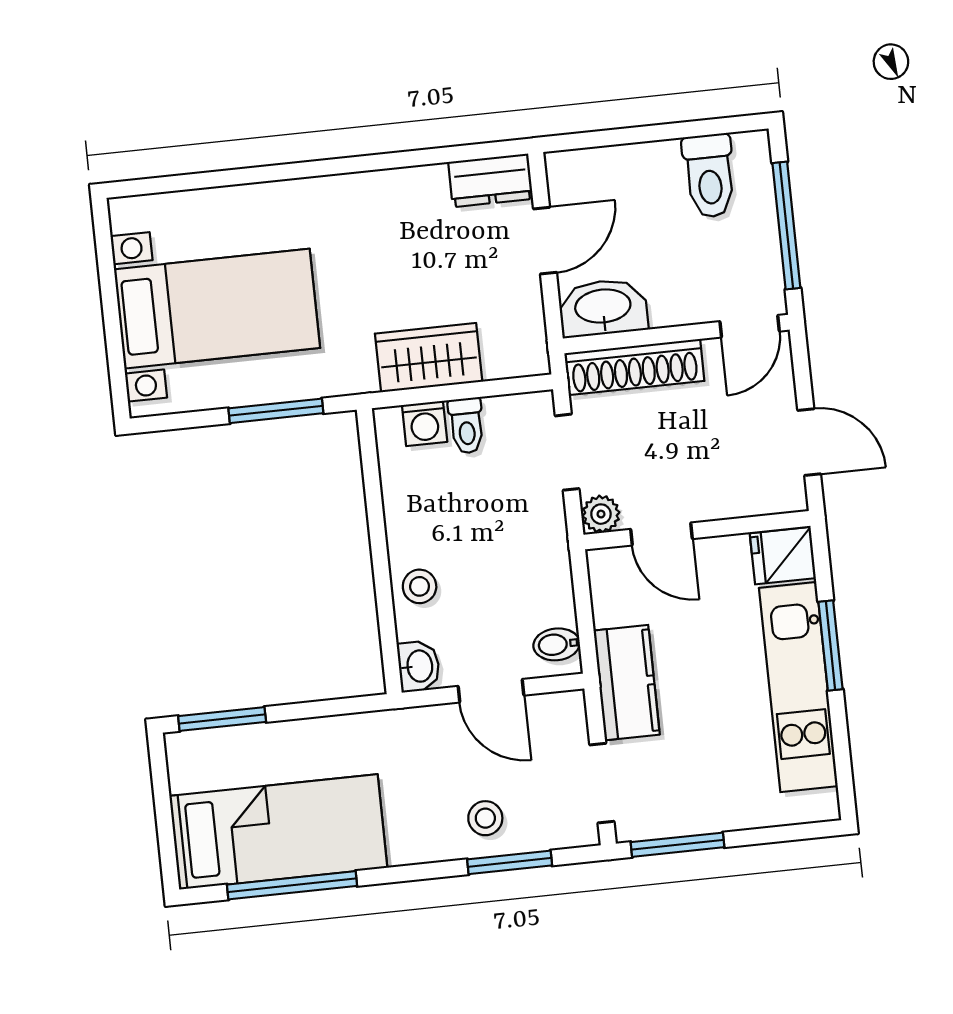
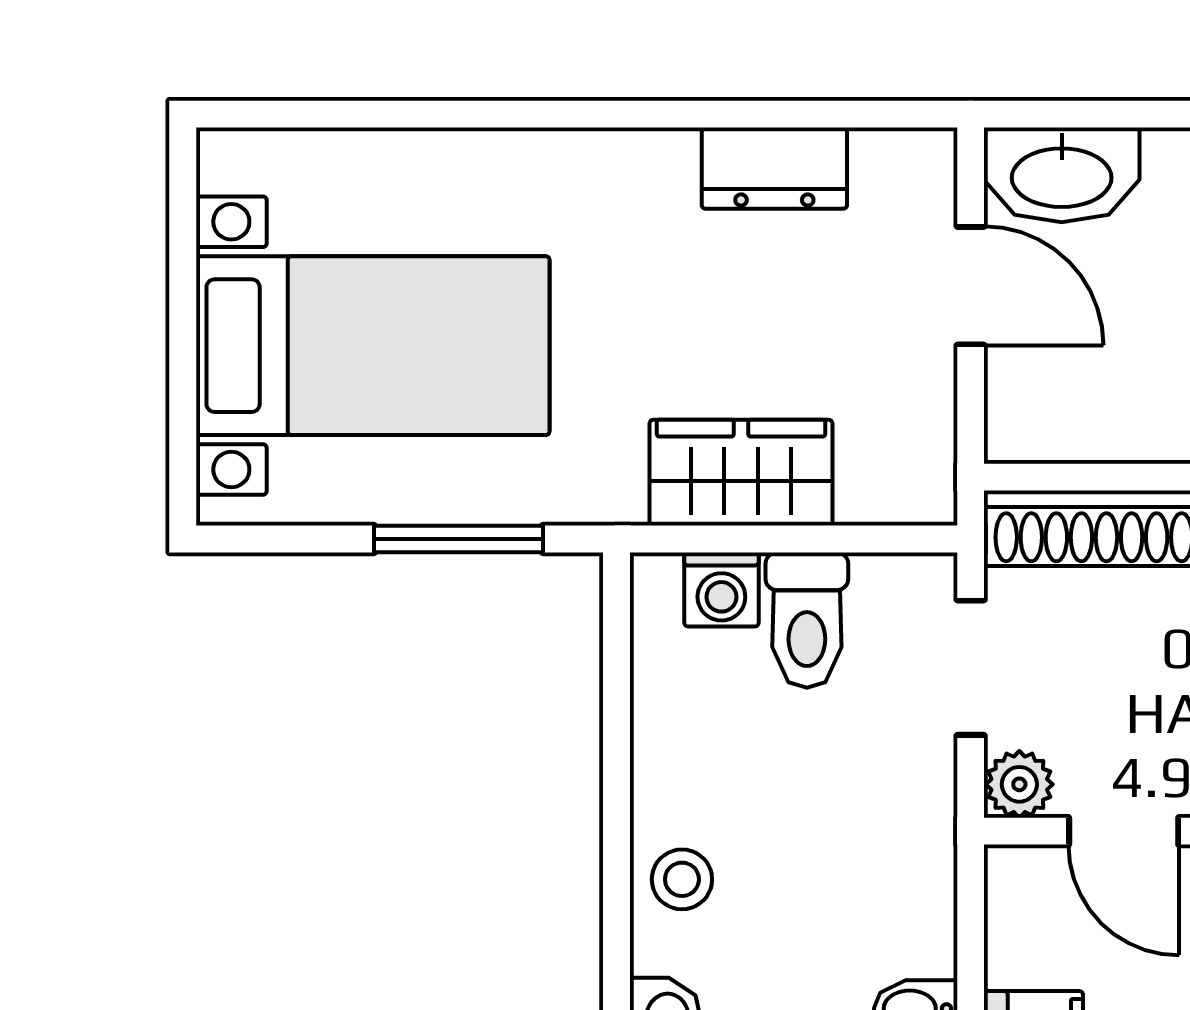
dresser: (491, 180) -> (774, 168), moved
door: (545, 241) -> (971, 286), hinge flipped
washbasin: (603, 308) -> (1062, 175), moved, turned 180
toilet: (466, 426) -> (807, 620), width x1.37, depth x1.39

